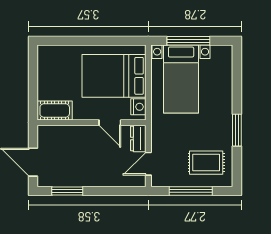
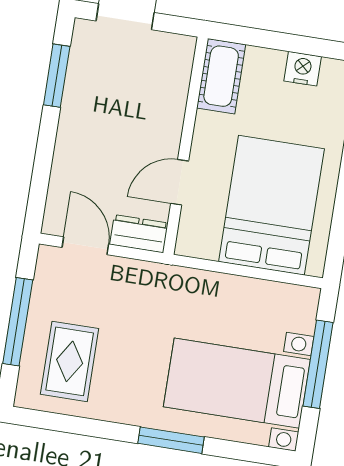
bed with nightstands: (181, 79) -> (237, 383), moved
nightstand: (138, 107) -> (303, 69), moved, turned 180
window: (237, 130) -> (171, 440), moved

